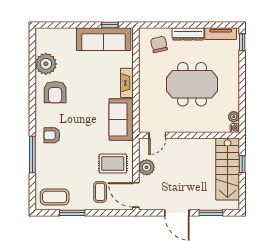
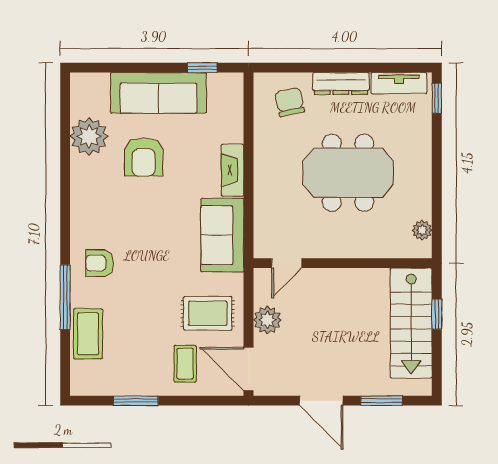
sofa: (104, 39) -> (158, 93), moved
armchair: (55, 92) -> (144, 157), moved
water cooler: (235, 128) -> (424, 250), removed
coffee table: (55, 197) -> (88, 334), moved, turned 90

